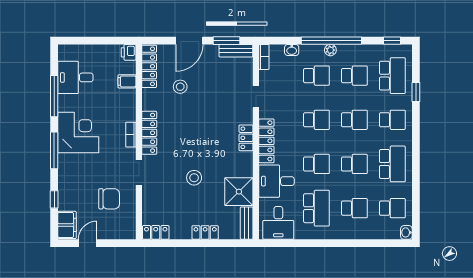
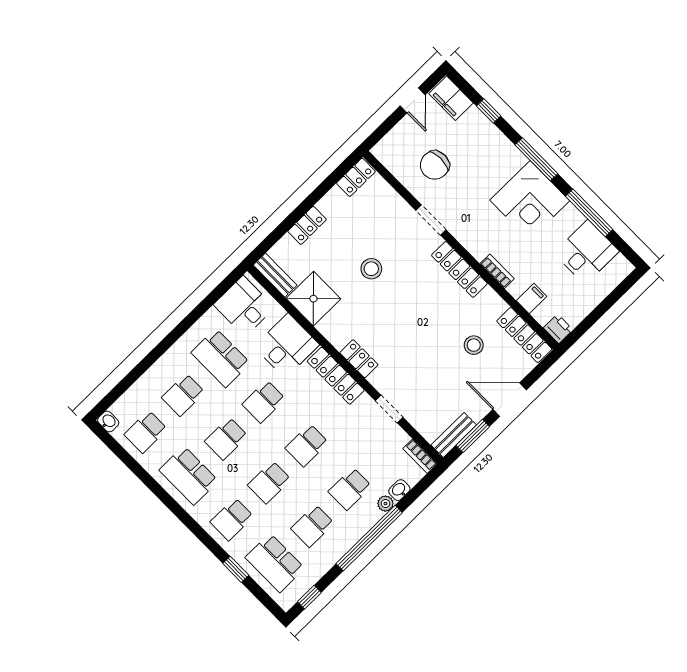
door: (189, 41) -> (510, 400), hinge flipped
plant: (330, 50) -> (385, 504), moved
bookcase: (131, 135) -> (497, 271), moved

